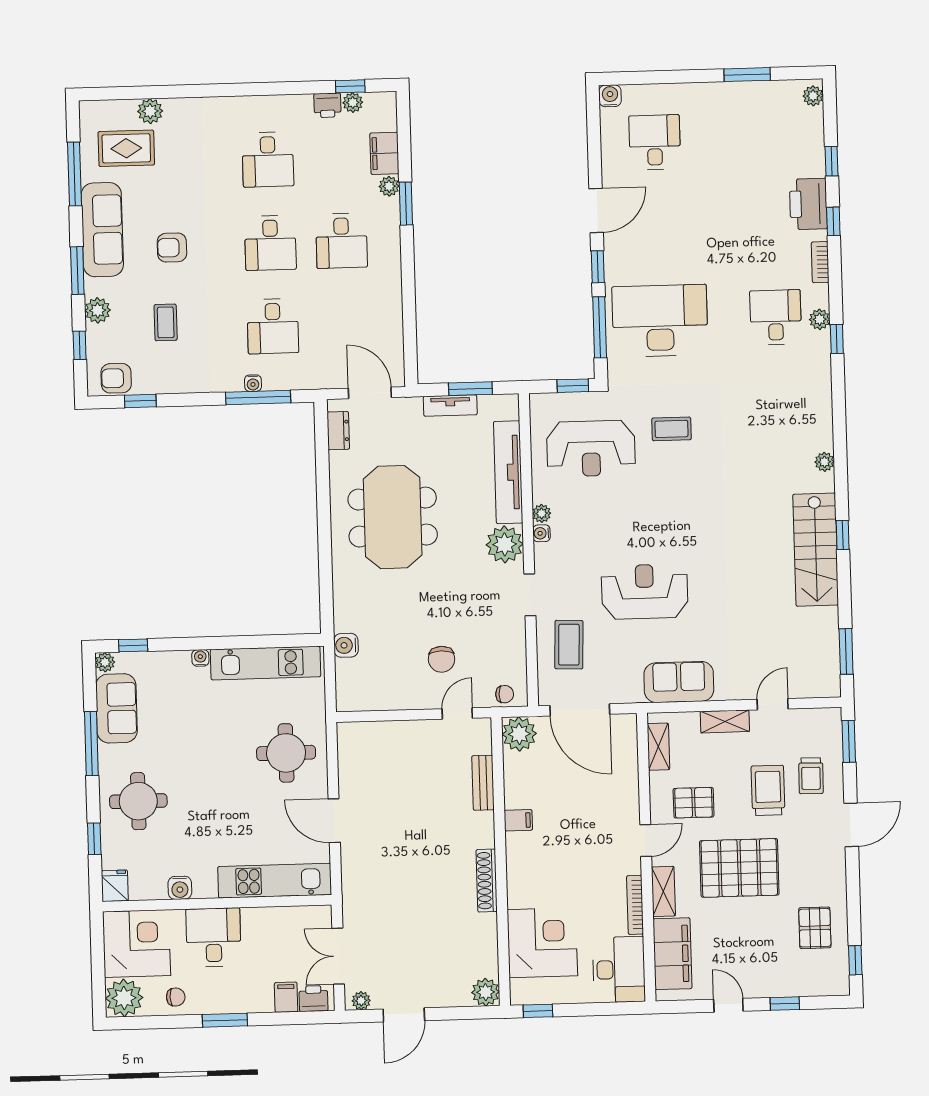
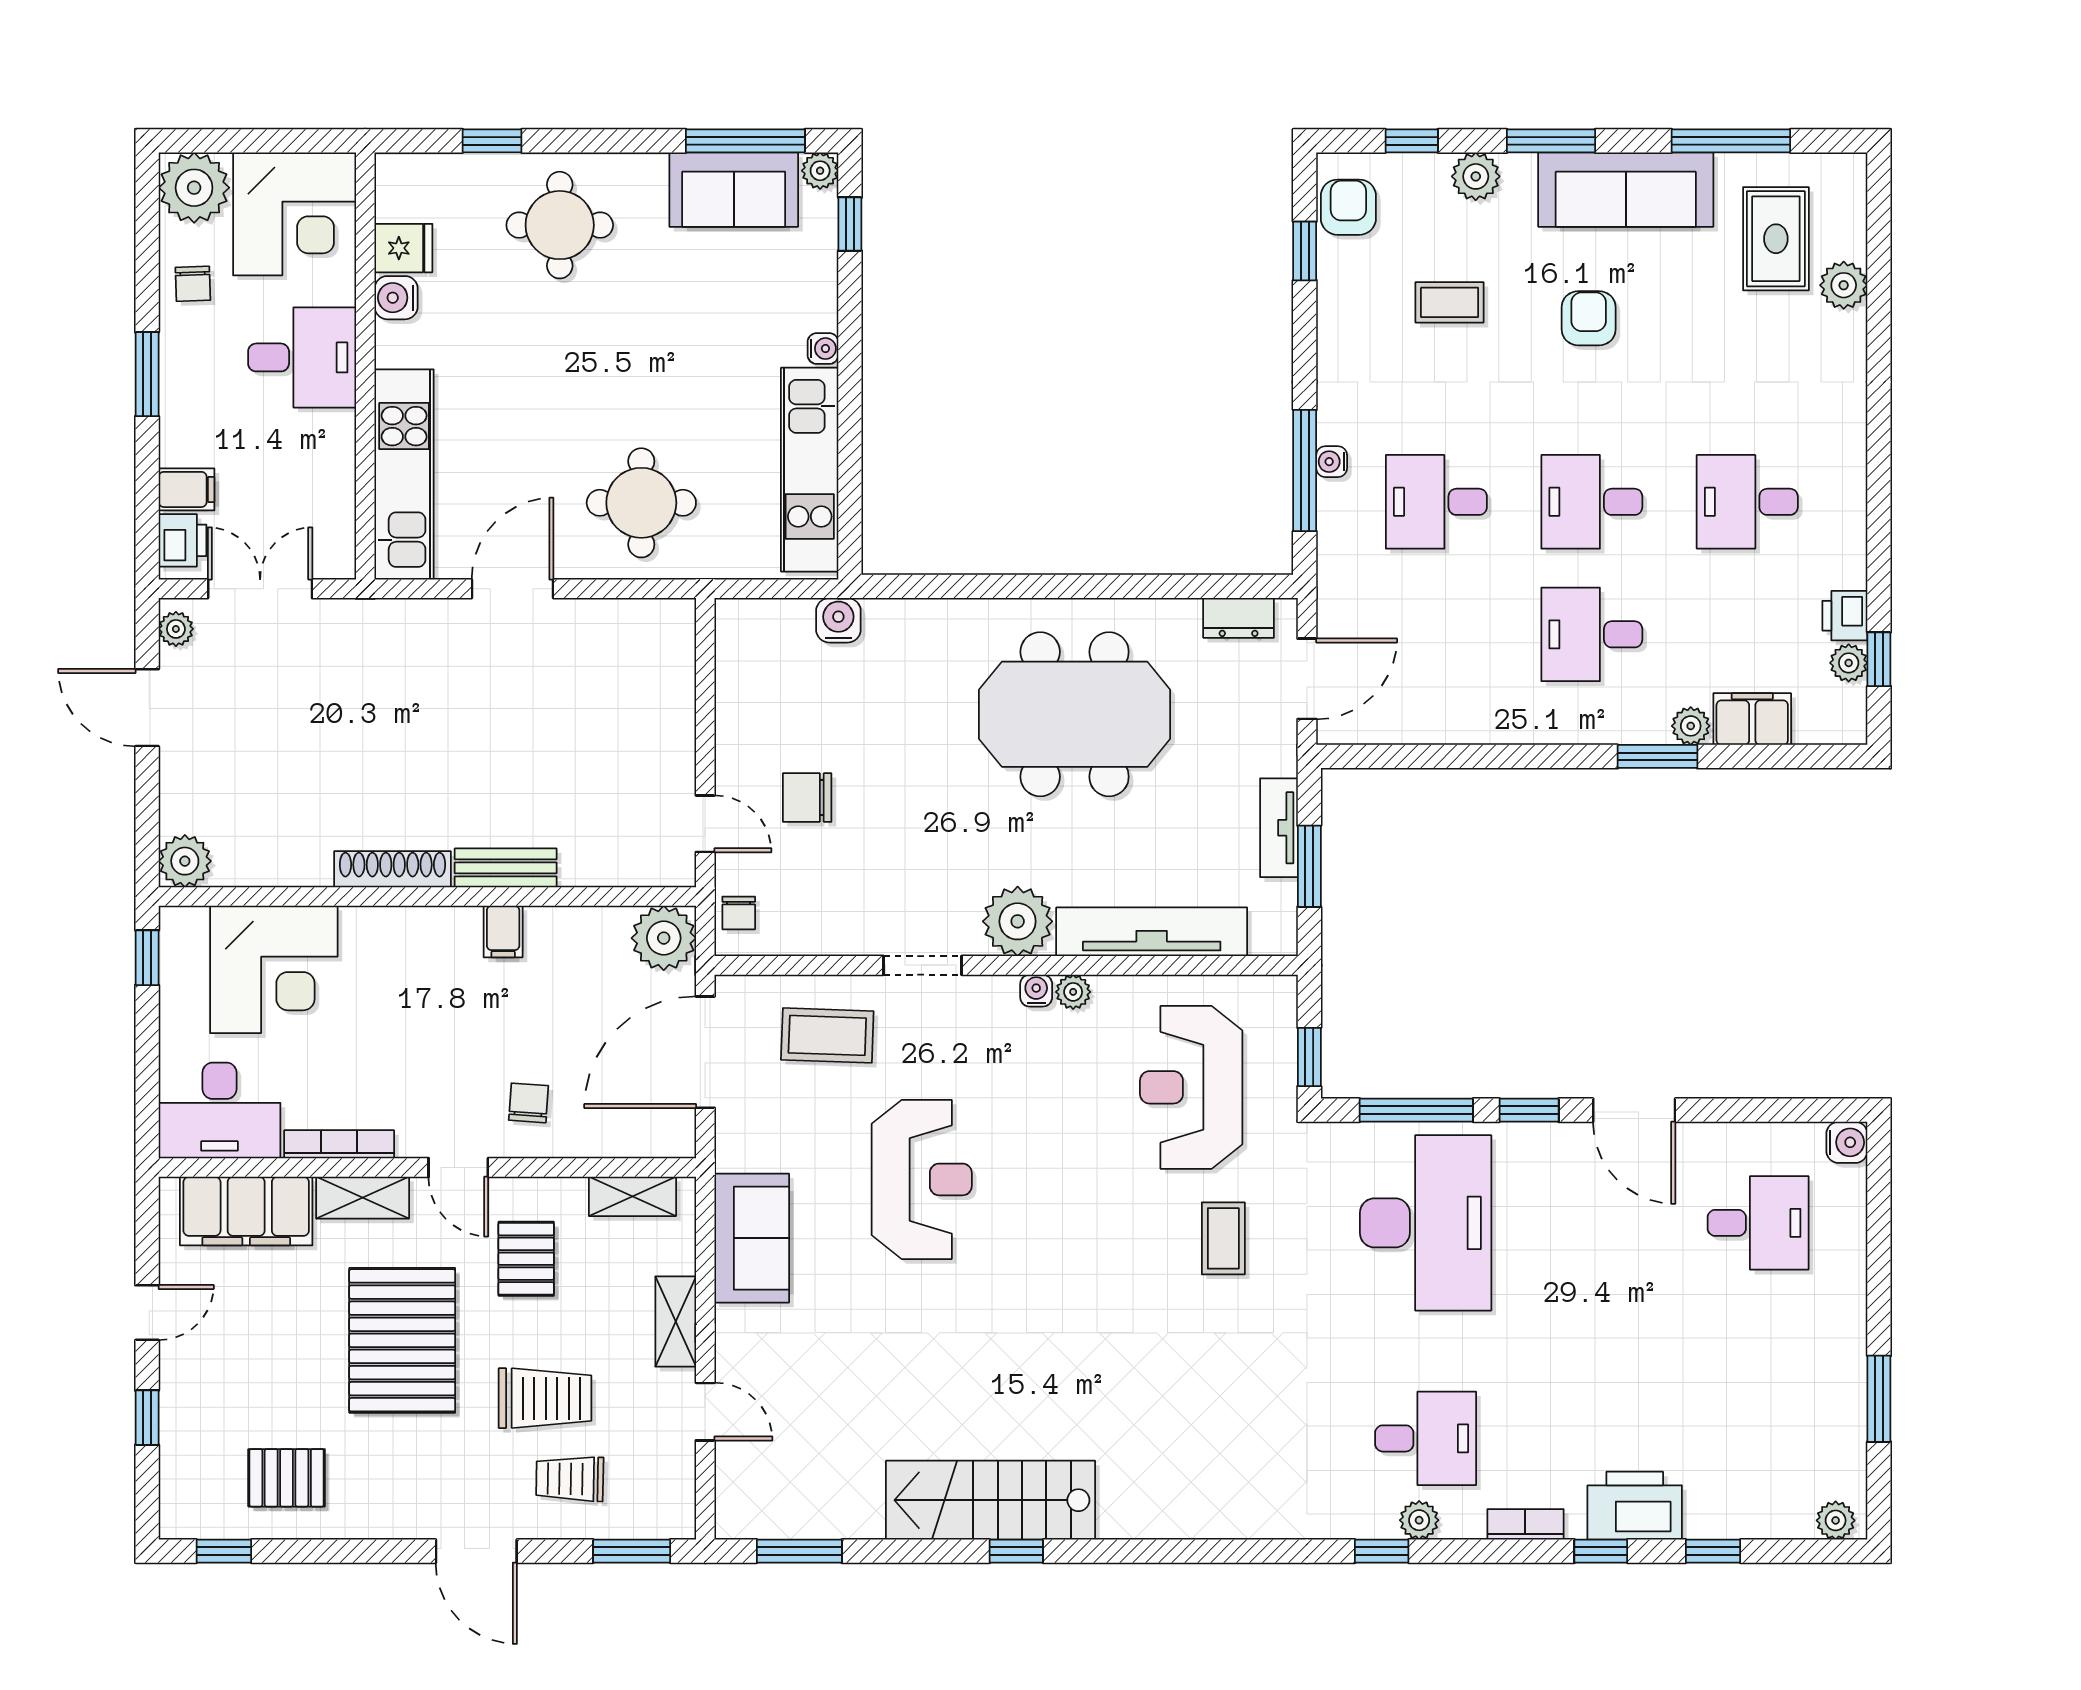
plant: (824, 462) -> (1154, 1521), removed
window: (91, 744) -> (745, 141), moved
bench: (483, 783) -> (506, 868), moved
chair: (610, 804) -> (529, 1103), added
fridge: (115, 886) -> (403, 248), moved

